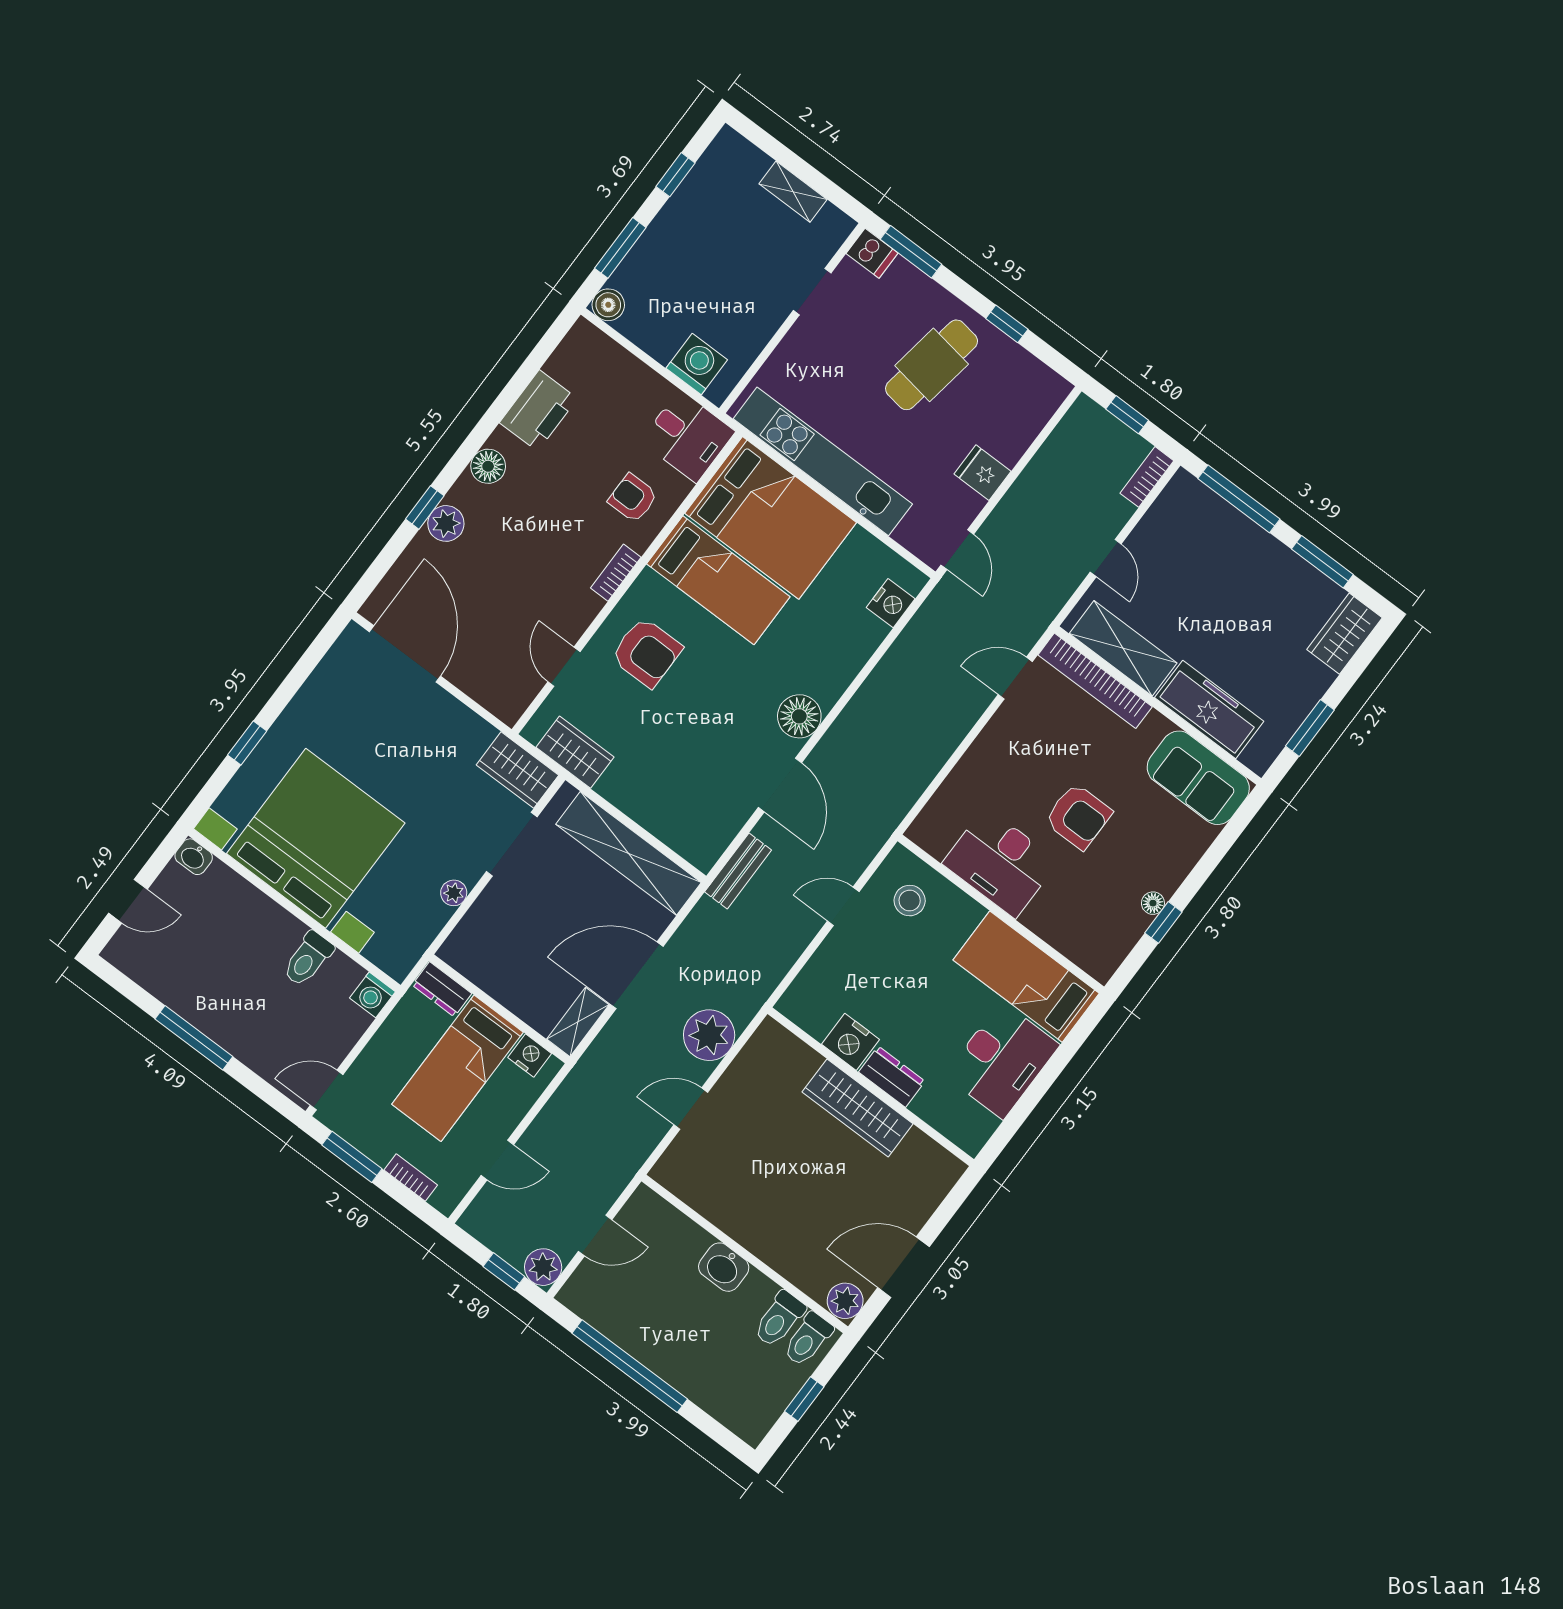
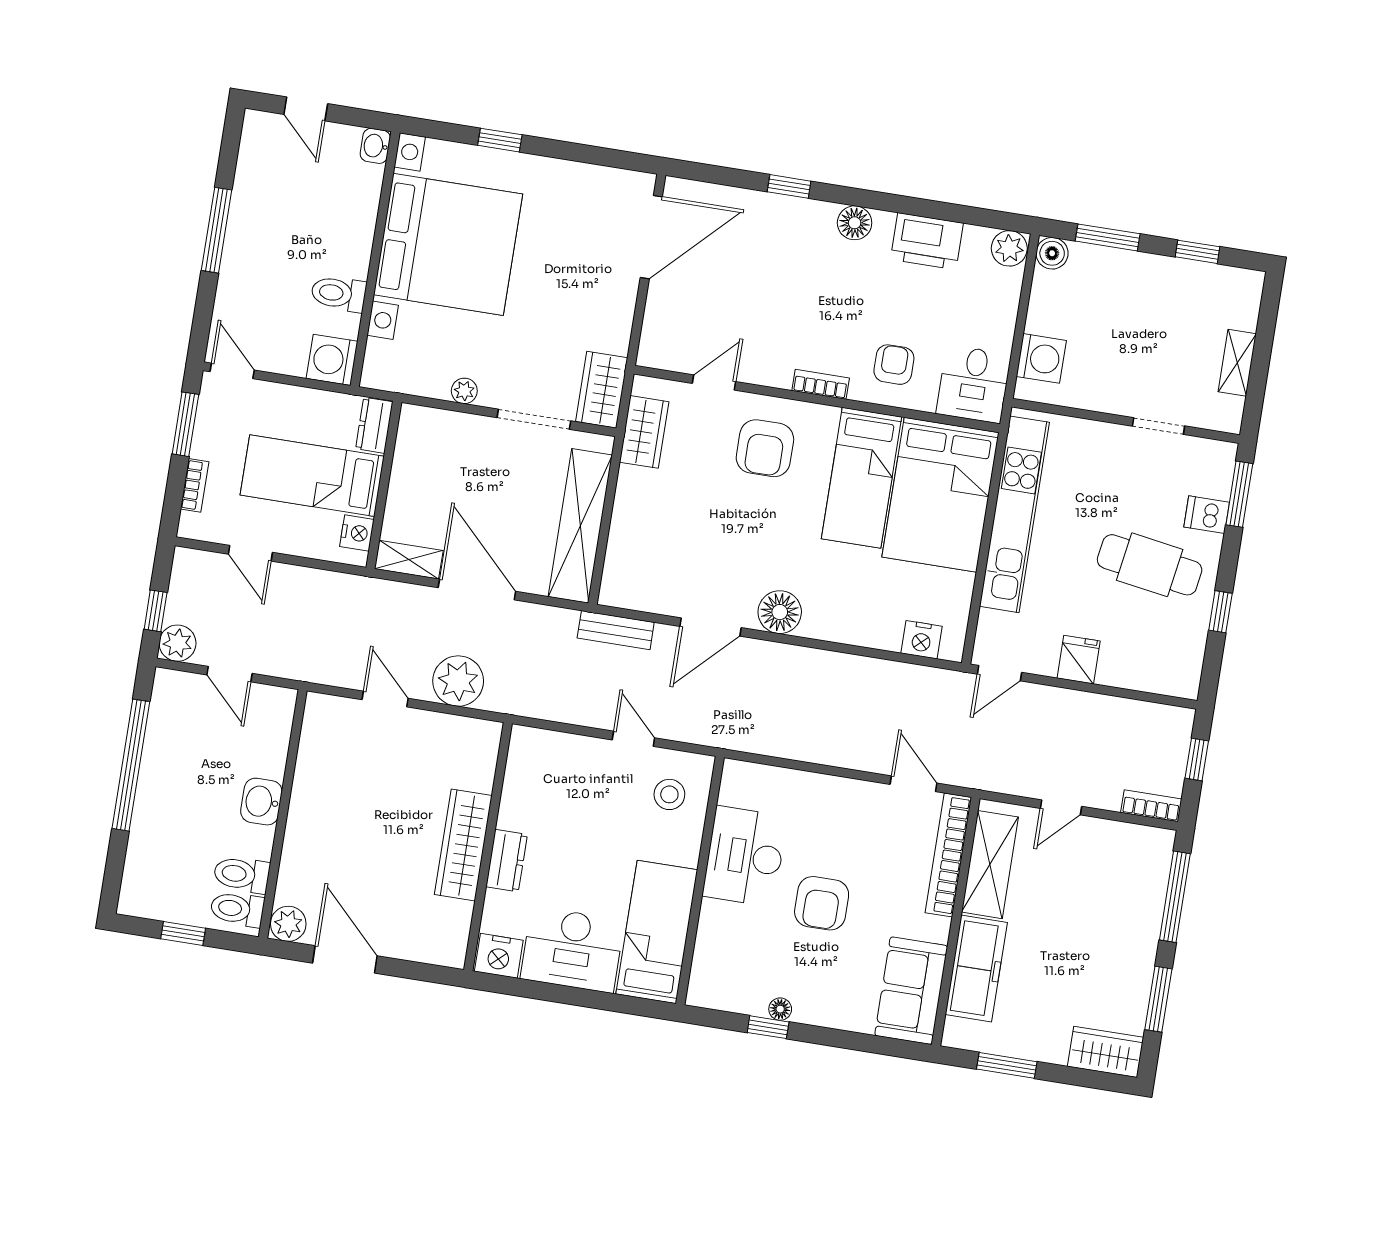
dishwasher: (872, 253) -> (1207, 515), moved, turned 90
plant: (446, 523) -> (1009, 248), moved
washing machine: (372, 995) -> (332, 360), width x1.38, depth x1.38
nightstand: (851, 1042) -> (499, 956), moved, turned -90

